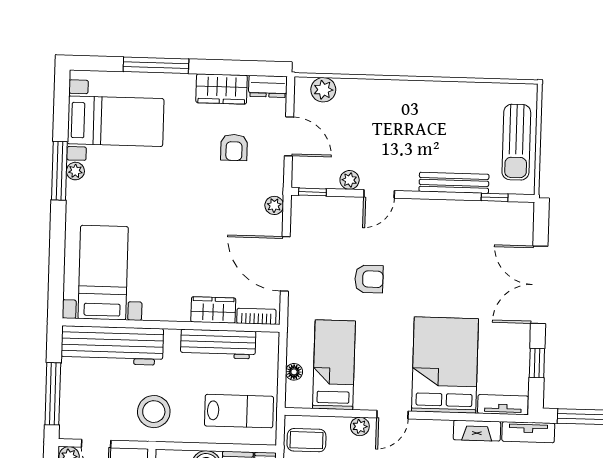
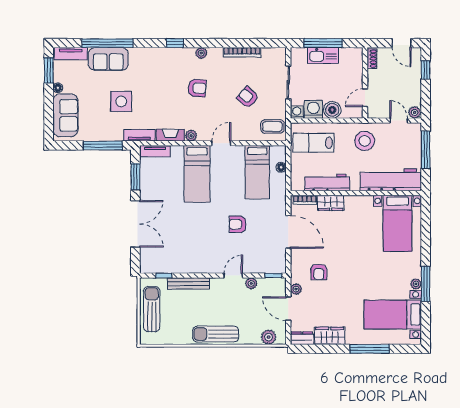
sun lounger: (411, 98) -> (216, 334), added
armchair: (234, 147) -> (319, 272), moved, turned 180
plant: (274, 205) -> (296, 289), moved
window: (537, 363) -> (135, 177), width x1.50
bed: (445, 365) -> (197, 174), width x0.67
plant: (360, 426) -> (191, 136), moved

